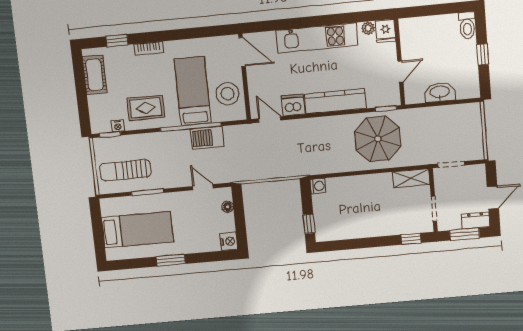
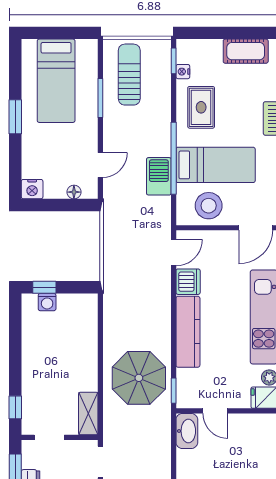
washbasin: (440, 92) -> (187, 431), moved
washing machine: (318, 186) -> (47, 302), moved

